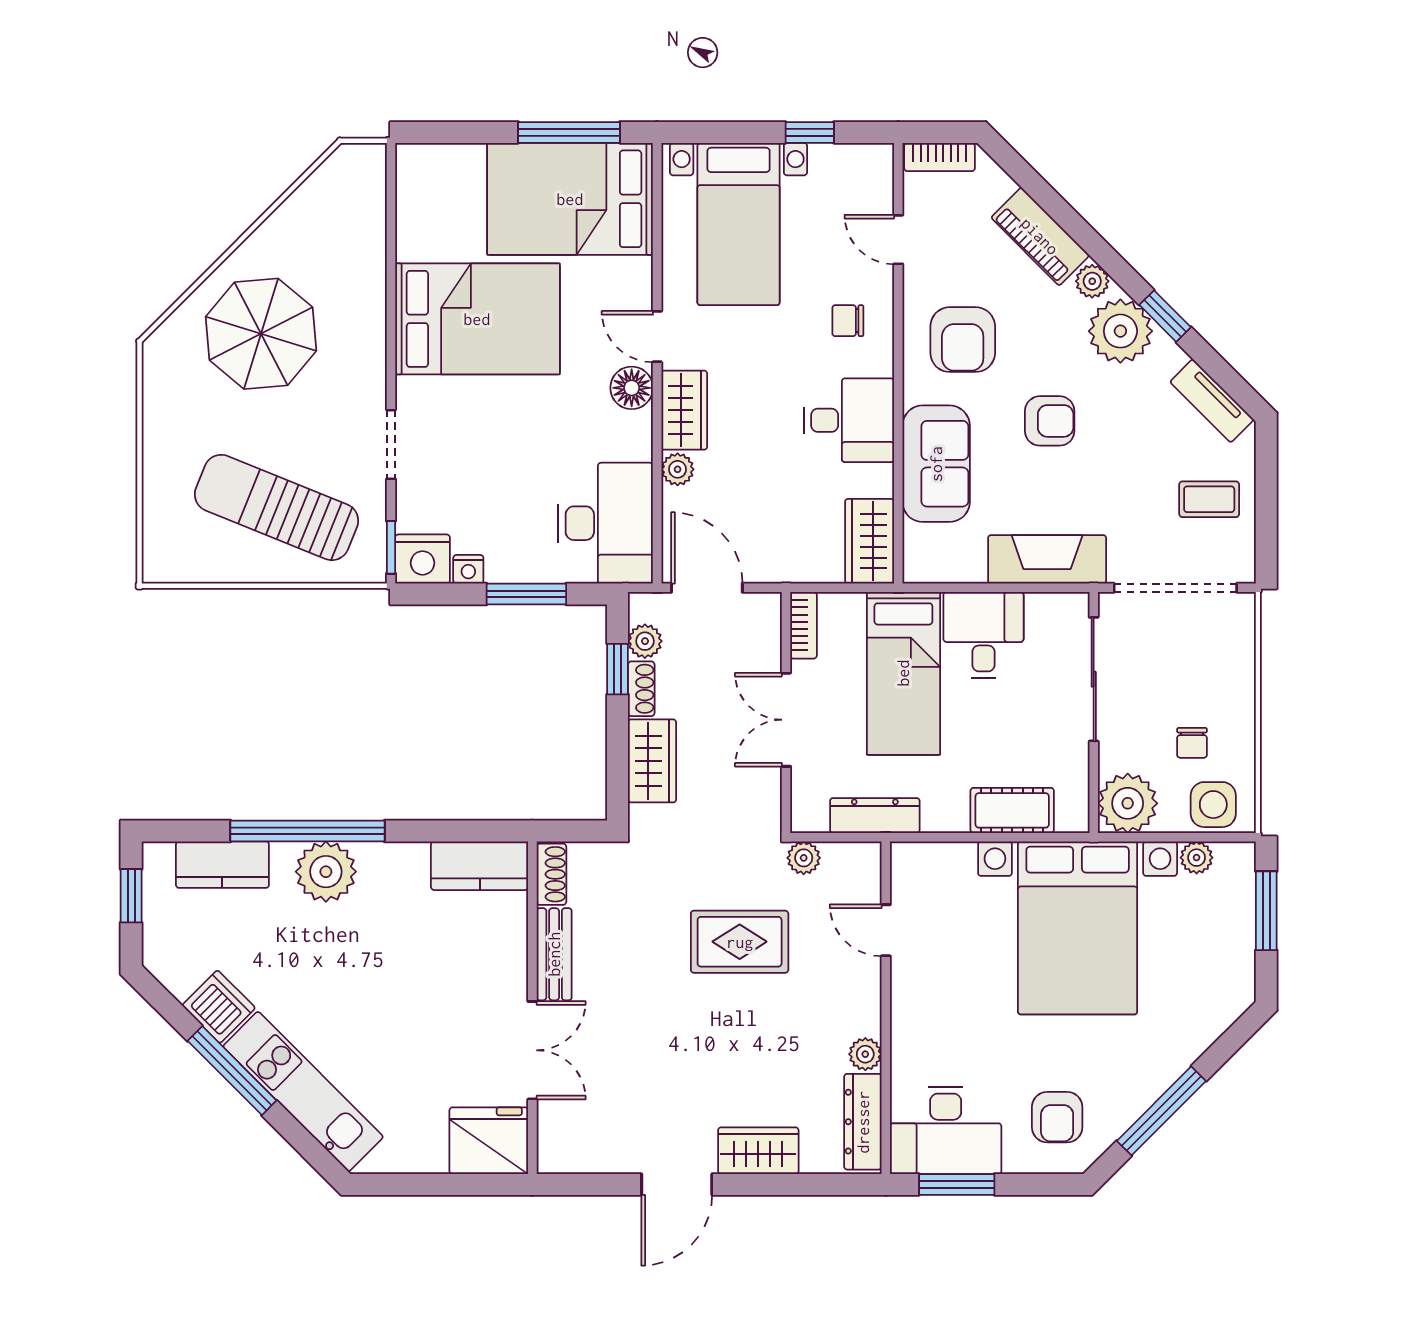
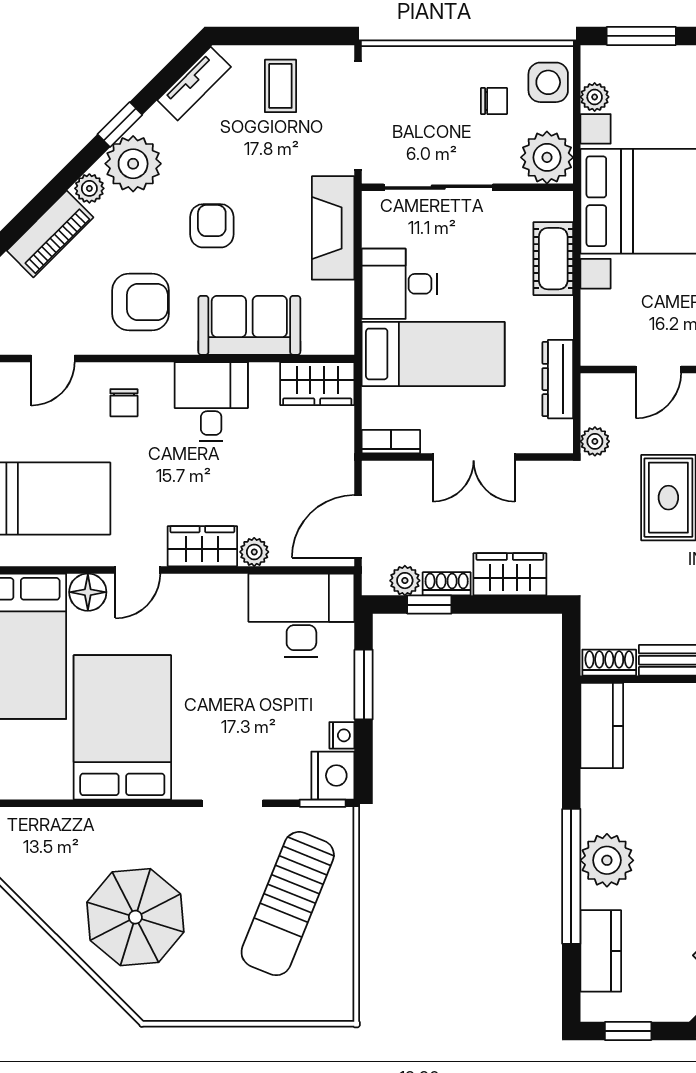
floor lamp: (632, 388) -> (88, 592), moved

